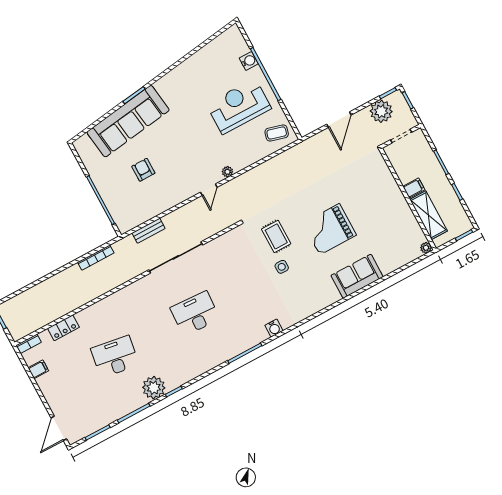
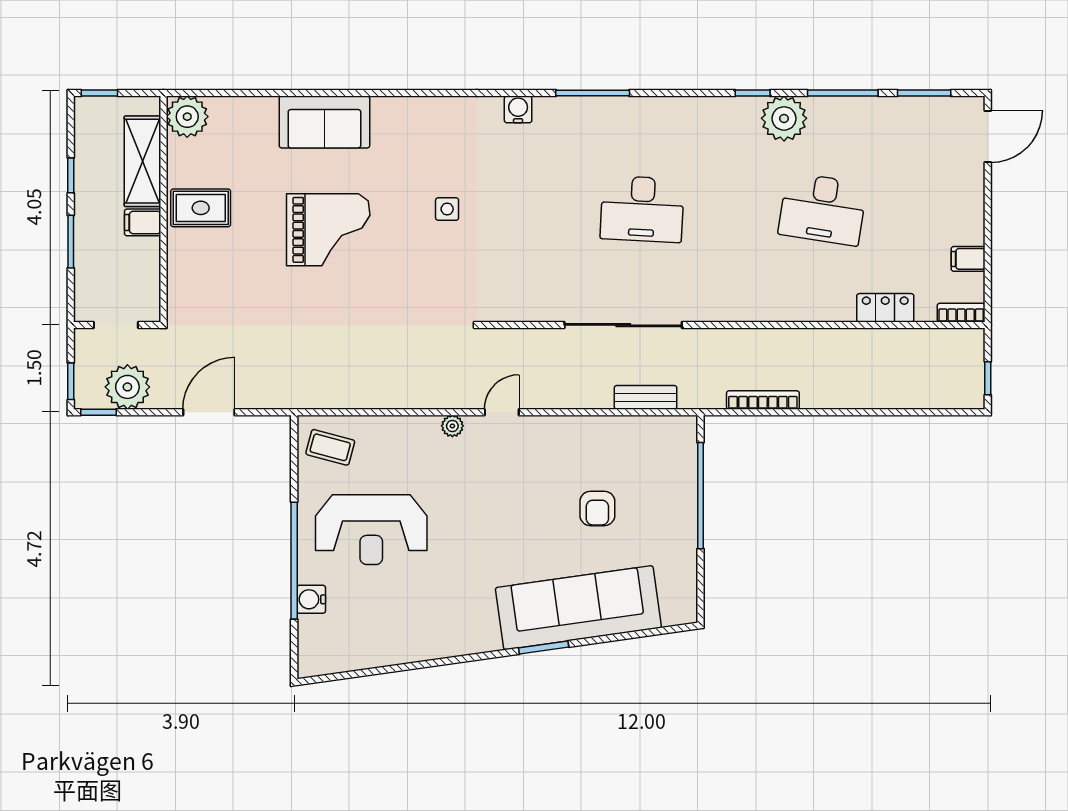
rug: (276, 236) -> (201, 208), moved, turned 90
plant: (426, 248) -> (187, 117), width x1.87, depth x1.87

